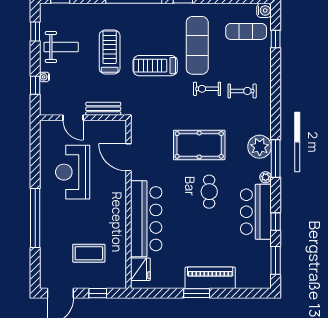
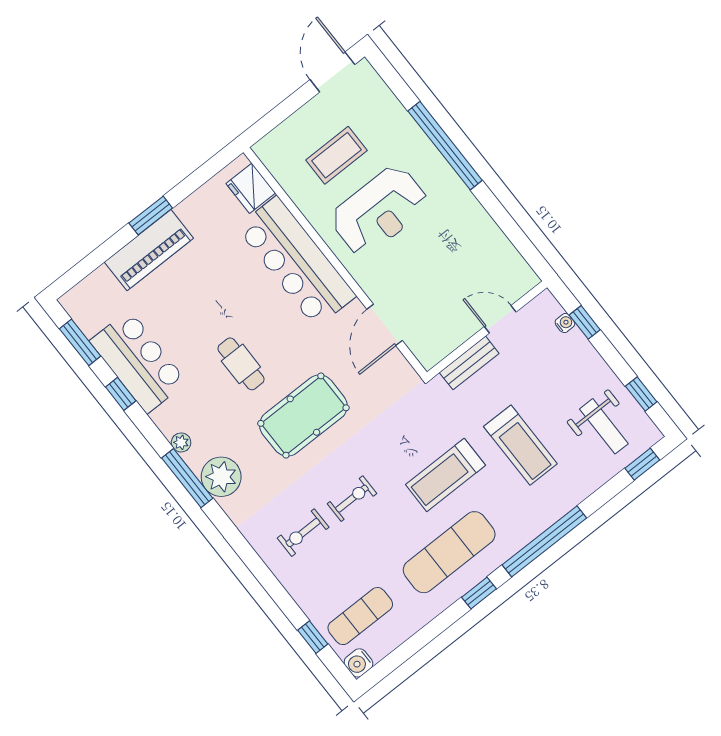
exercise mat: (197, 45) -> (449, 552), moved, turned 90
weight bench: (61, 47) -> (604, 426), moved, turned -90
treadmill: (155, 66) -> (446, 475), turned 180
water cooler: (44, 77) -> (565, 323), moved
door: (128, 157) -> (385, 325), swing flipped
reception desk: (73, 172) -> (379, 211), moved, turned 90
bar counter: (256, 212) -> (138, 362), moved
window: (98, 293) -> (283, 111), removed

